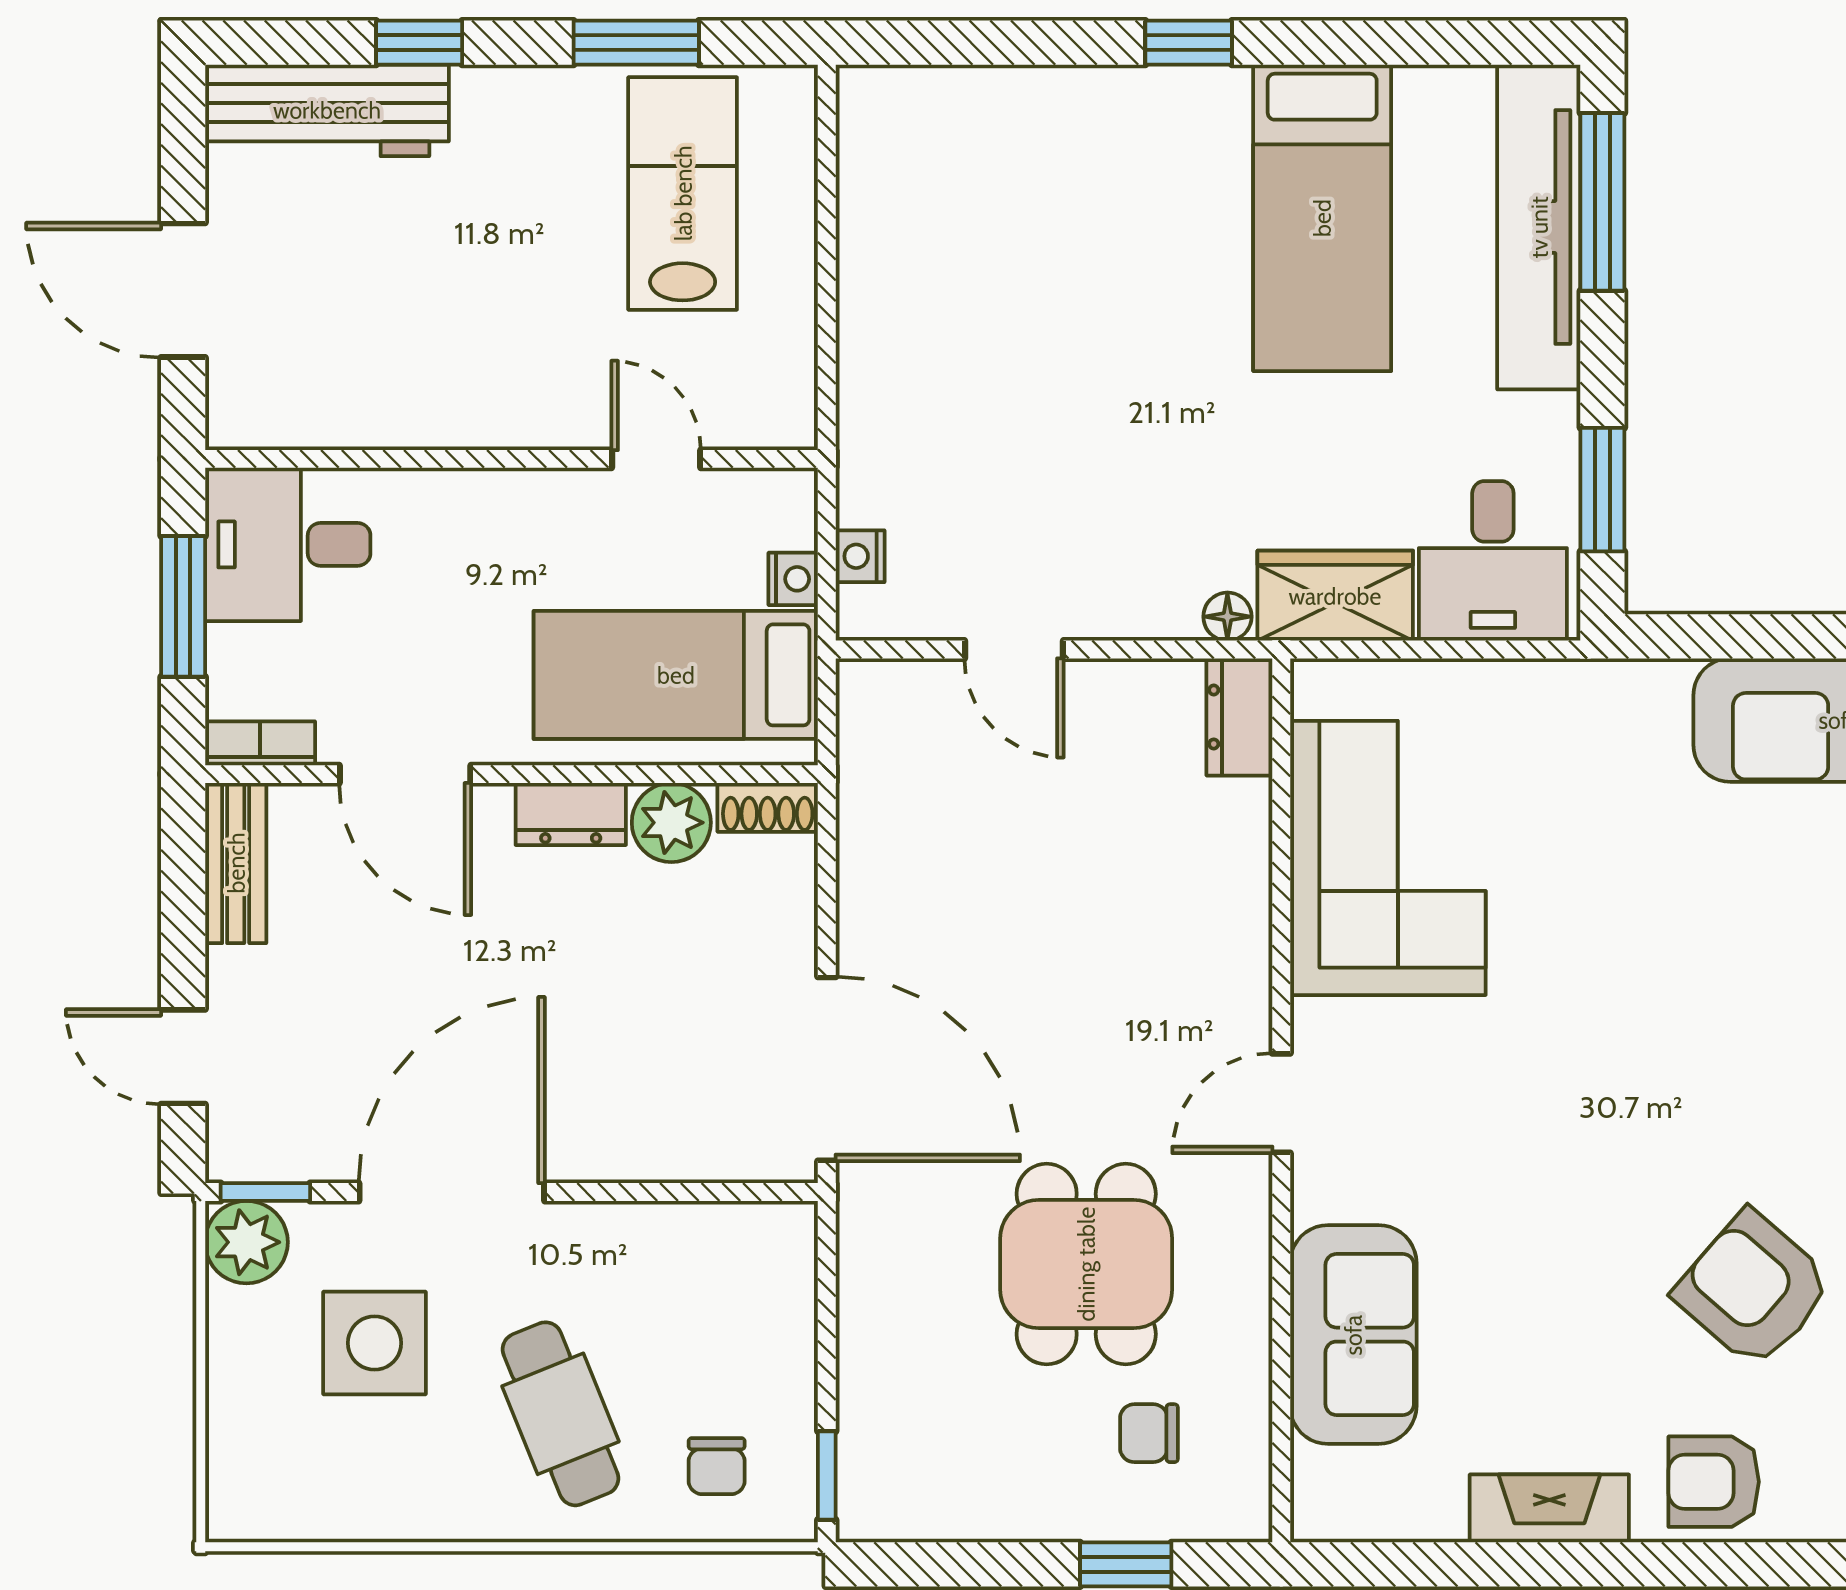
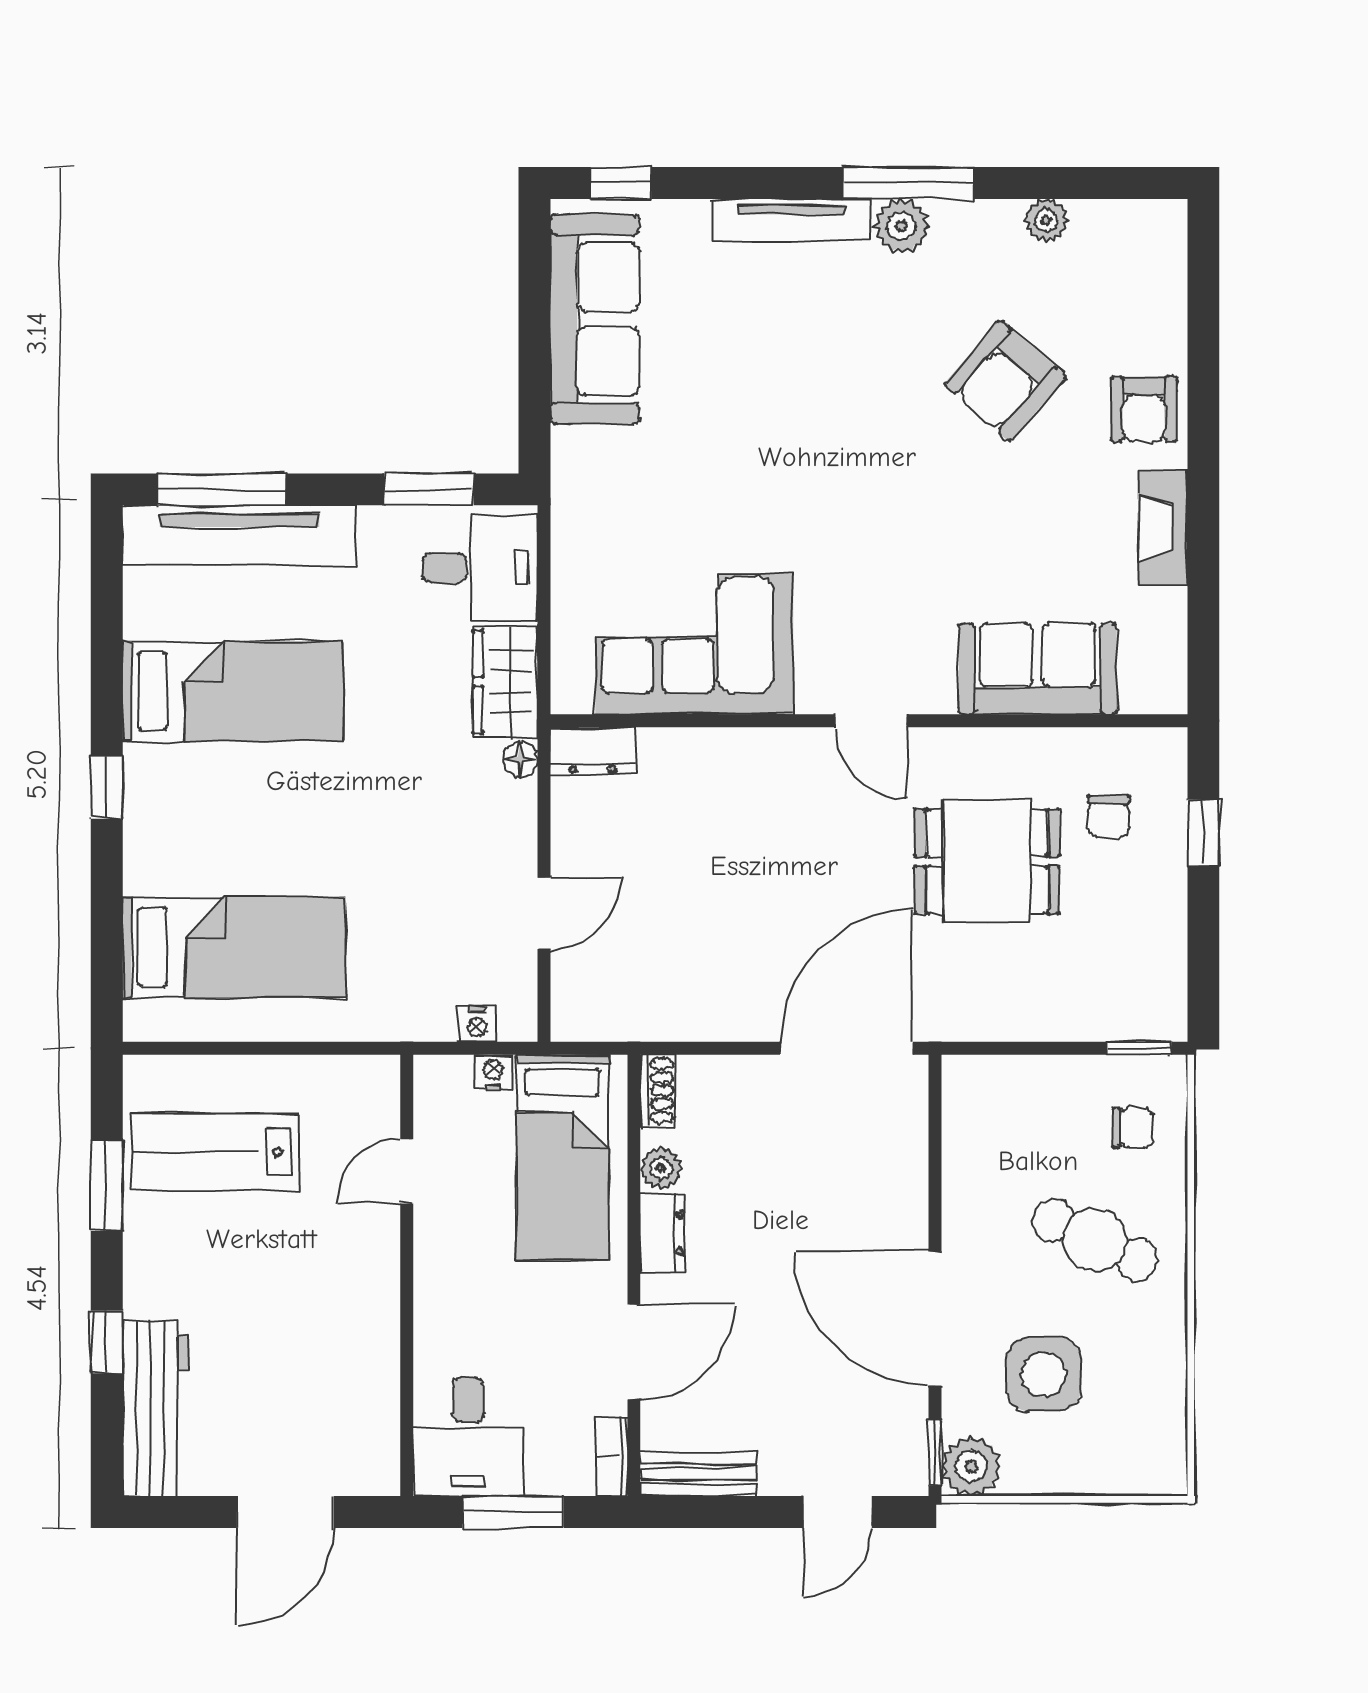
bed: (967, 219) -> (234, 947), added
plant: (671, 823) -> (661, 1168), width x0.73, depth x0.73
cafe table: (561, 1414) -> (1095, 1240), turned 47

